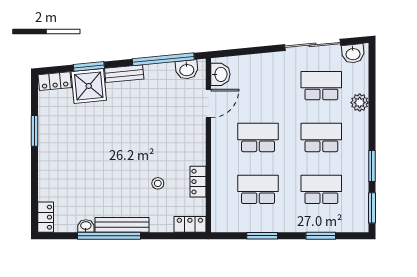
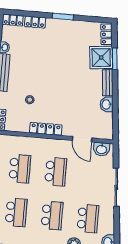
sliding door: (313, 45) -> (116, 187), moved
window: (163, 59) -> (115, 111), removed
washbasin: (187, 70) -> (107, 104), moved
window: (35, 131) -> (63, 17), moved
locker: (198, 182) -> (46, 129), moved, width x1.53
locker: (46, 185) -> (35, 22), added

